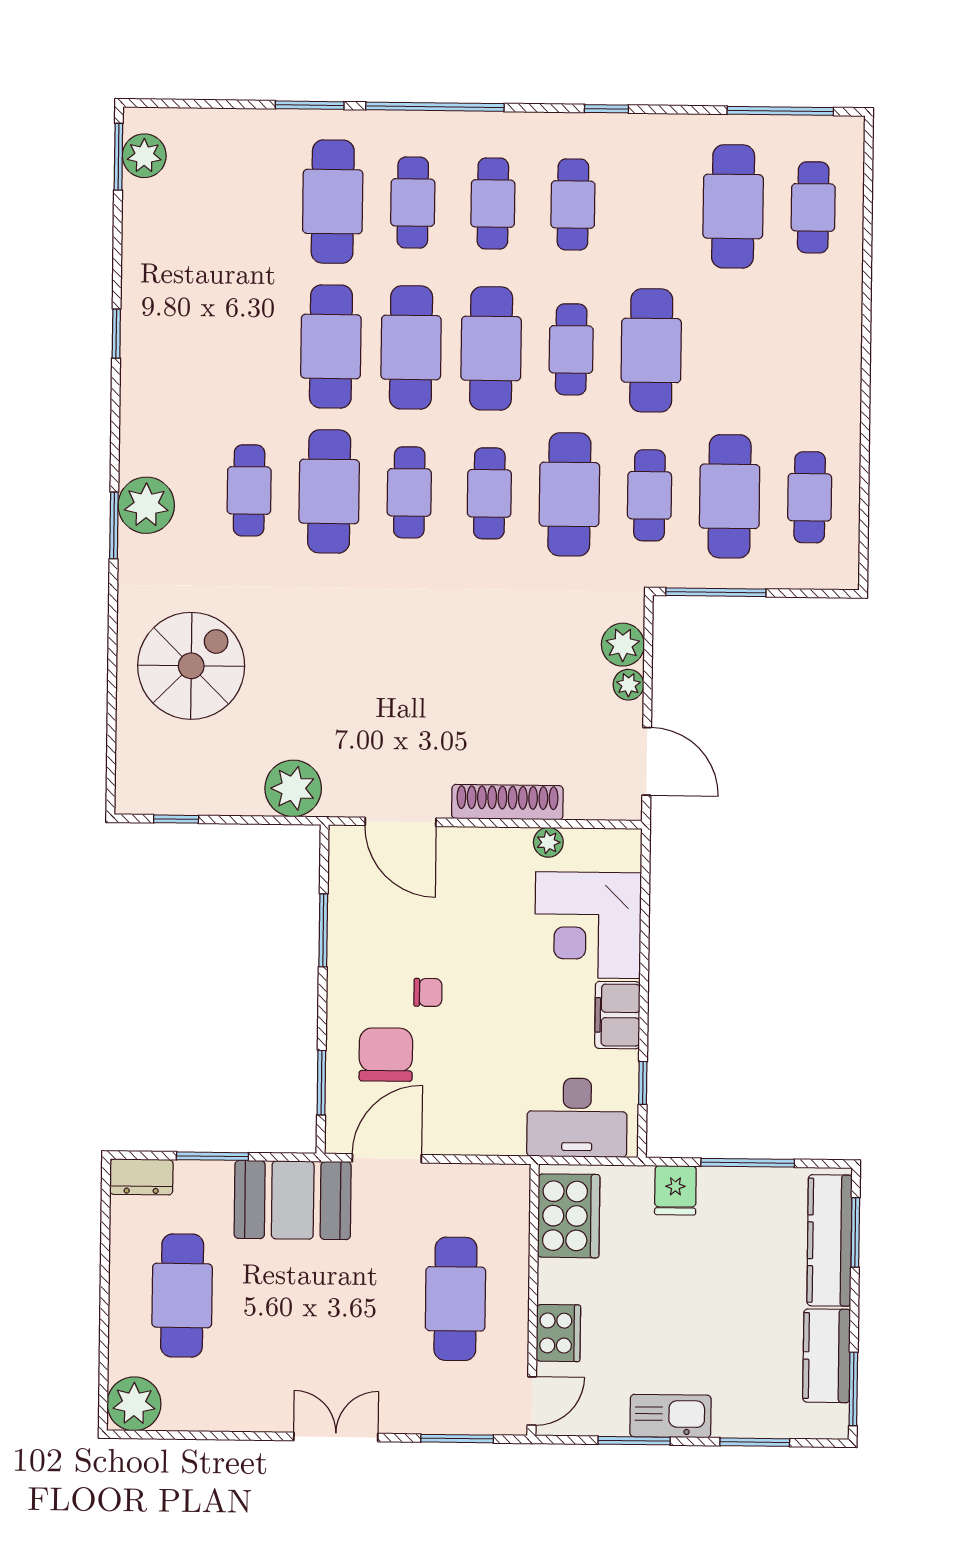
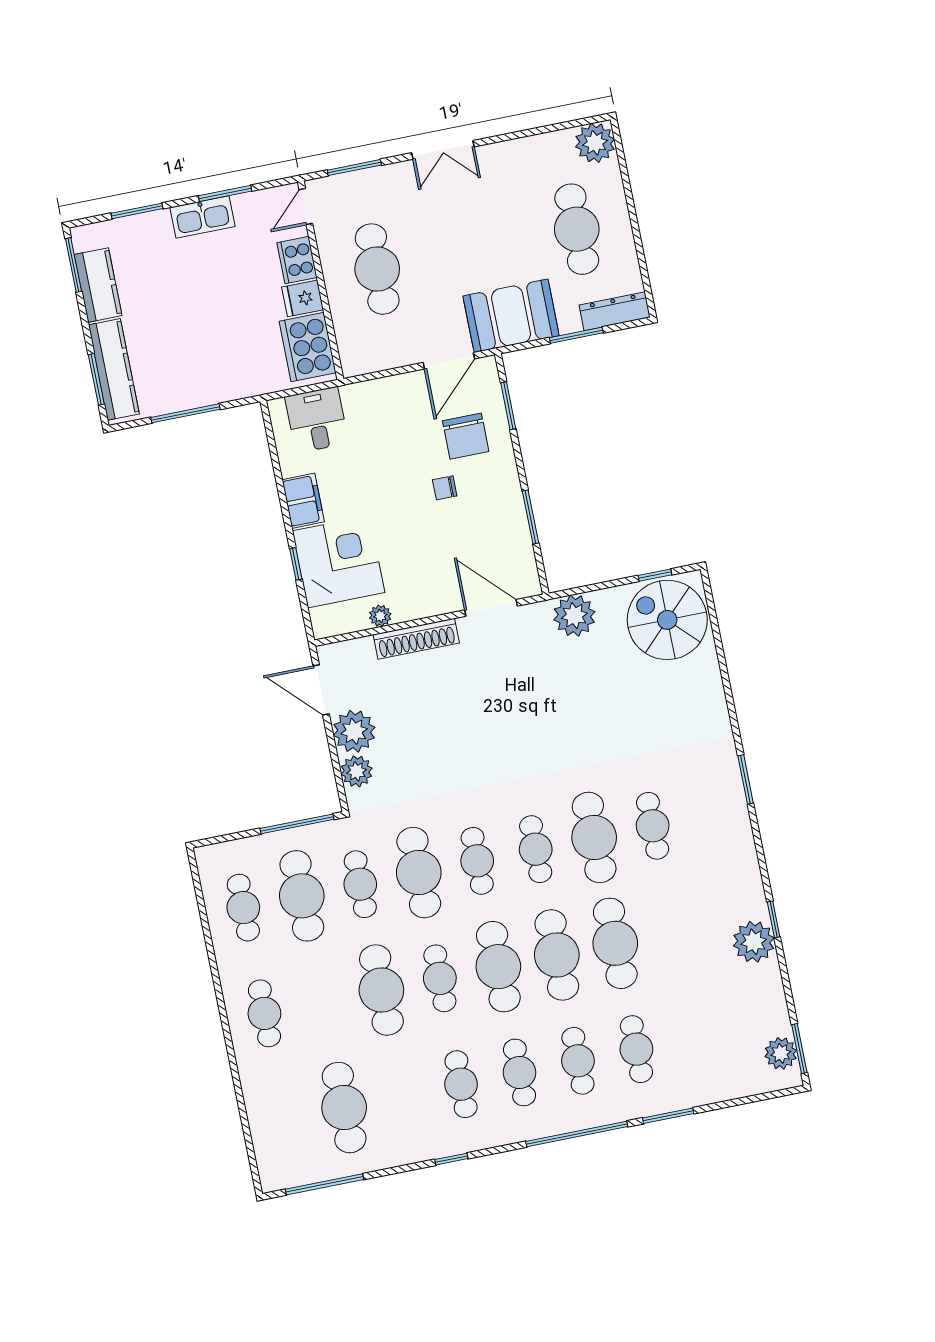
cafe table: (333, 202) -> (636, 1049), width x0.73, depth x0.74
cafe table: (813, 207) -> (264, 1013), moved
plant: (146, 505) -> (754, 942), moved
spiral stairs: (191, 666) -> (667, 620), moved, turned 90
plant: (628, 685) -> (354, 731), width x1.88, depth x1.88
window: (643, 1083) -> (296, 564), moved
desk: (577, 1118) -> (317, 420), width x0.73
dresser: (141, 1177) -> (615, 311), width x1.44
fridge: (675, 1190) -> (303, 298), moved, turned -90

